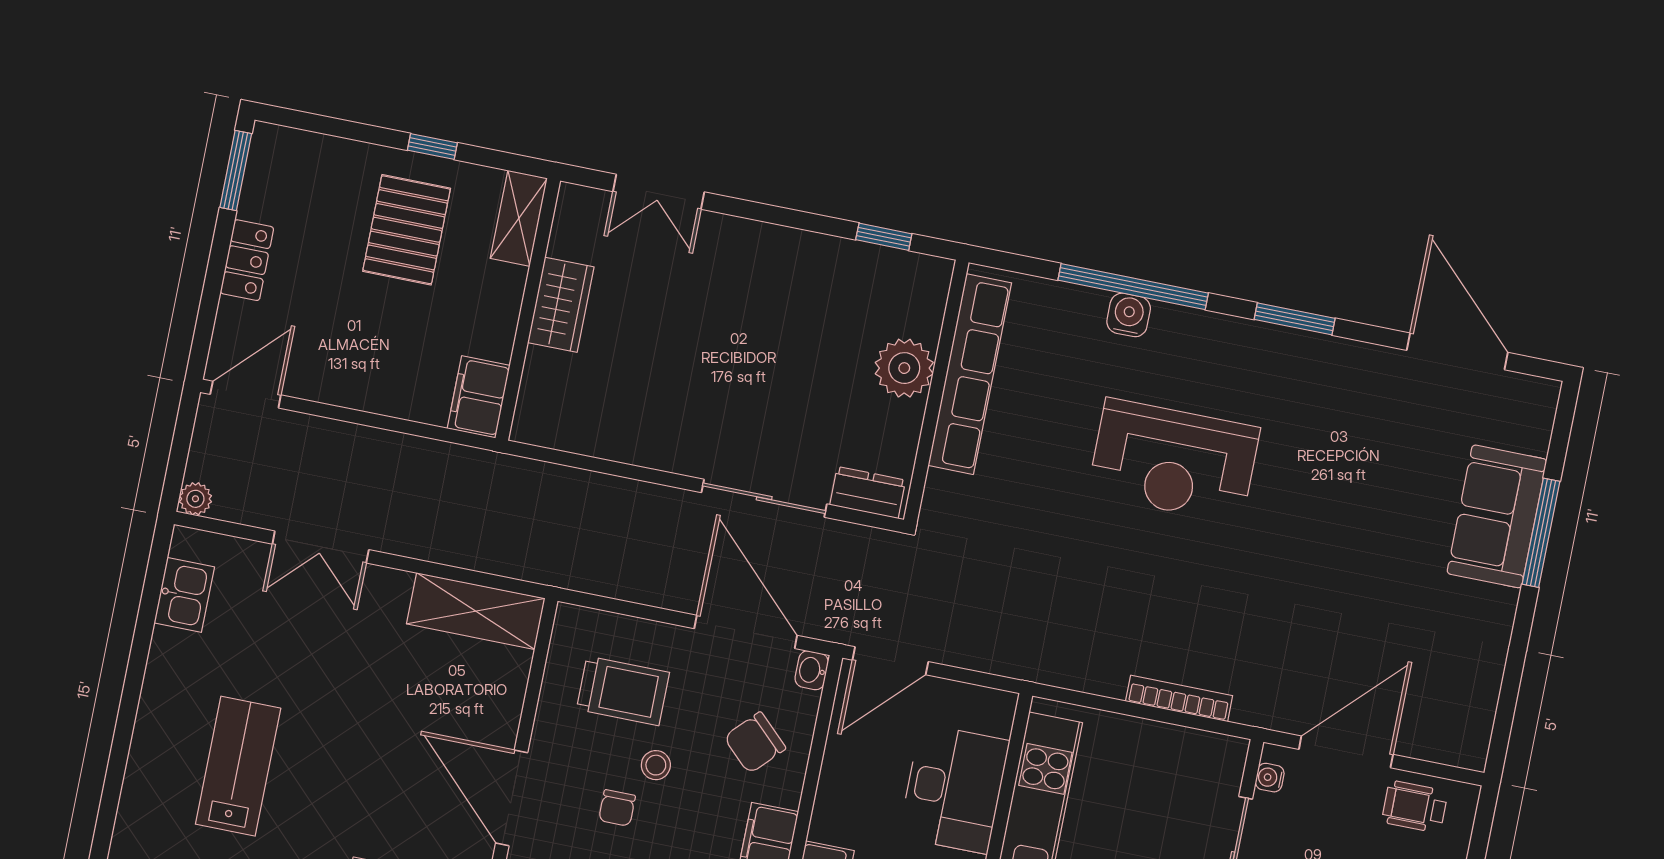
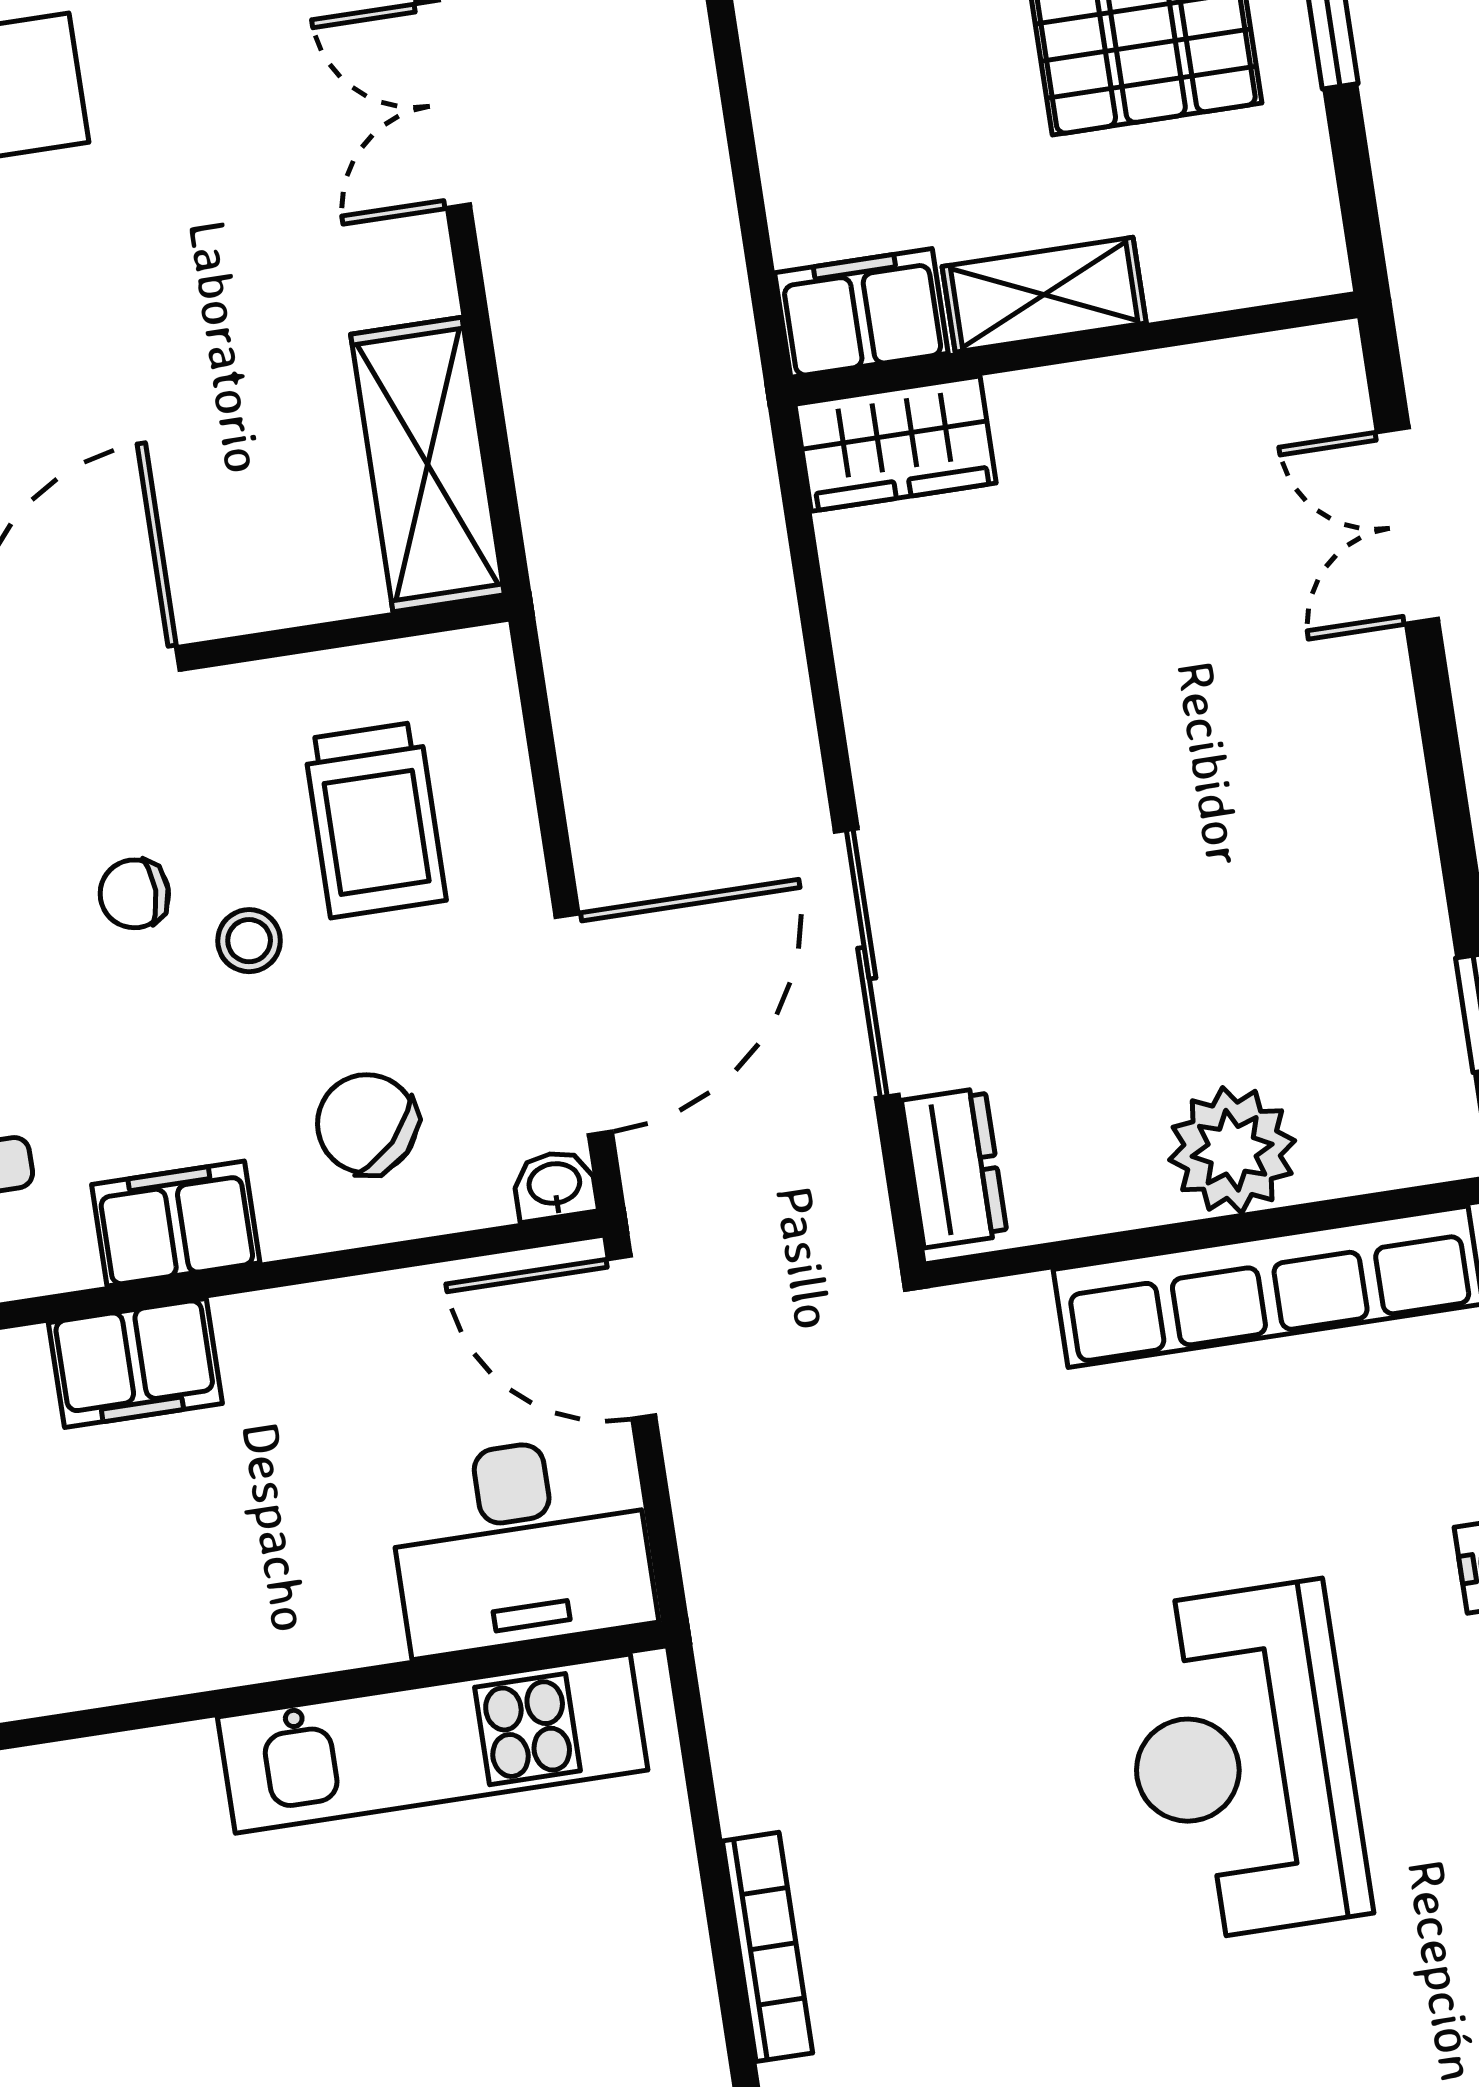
shelving: (519, 218) -> (1044, 295), moved
wardrobe: (561, 305) -> (896, 444), moved
desk: (954, 789) -> (521, 1544), moved

